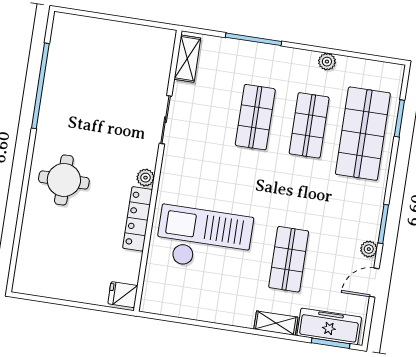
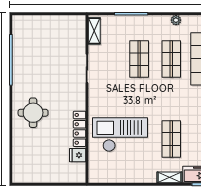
plant: (146, 178) -> (80, 104), removed
fridge: (123, 295) -> (78, 155), moved

